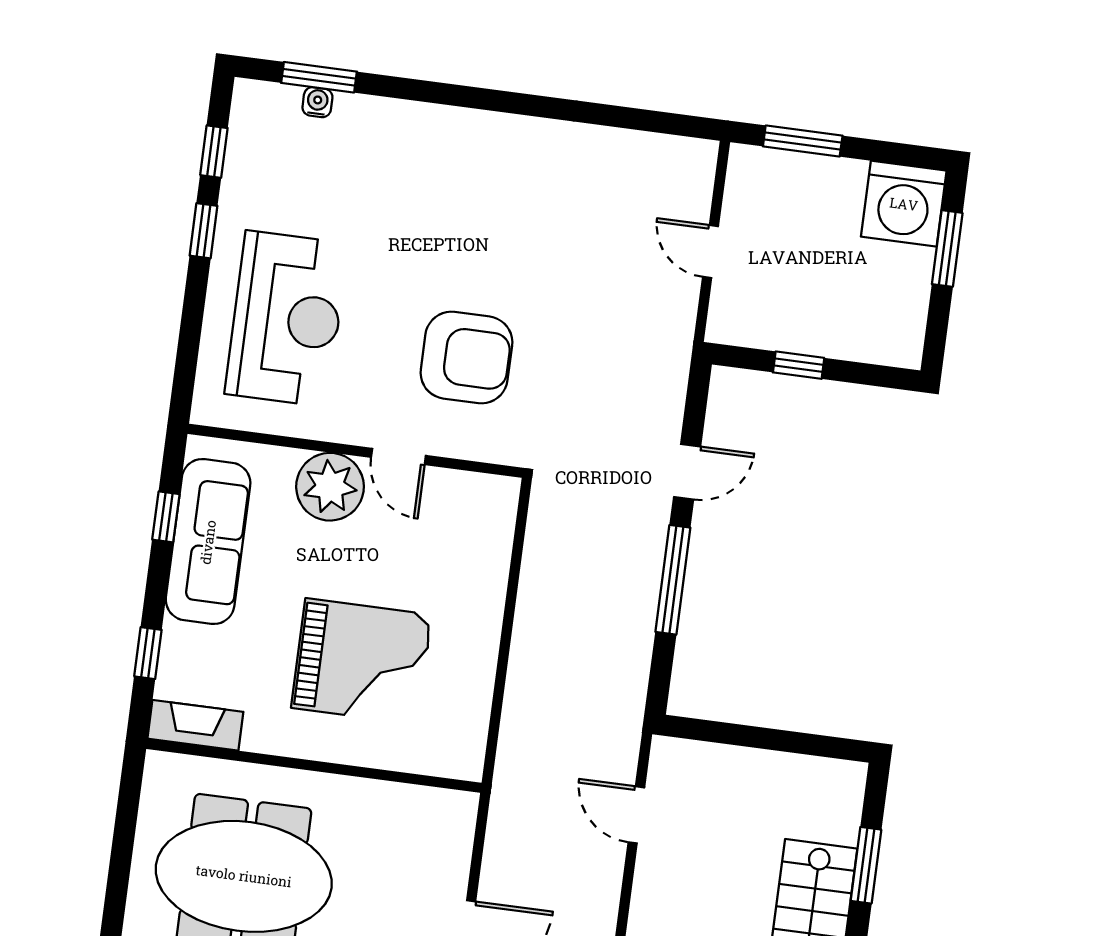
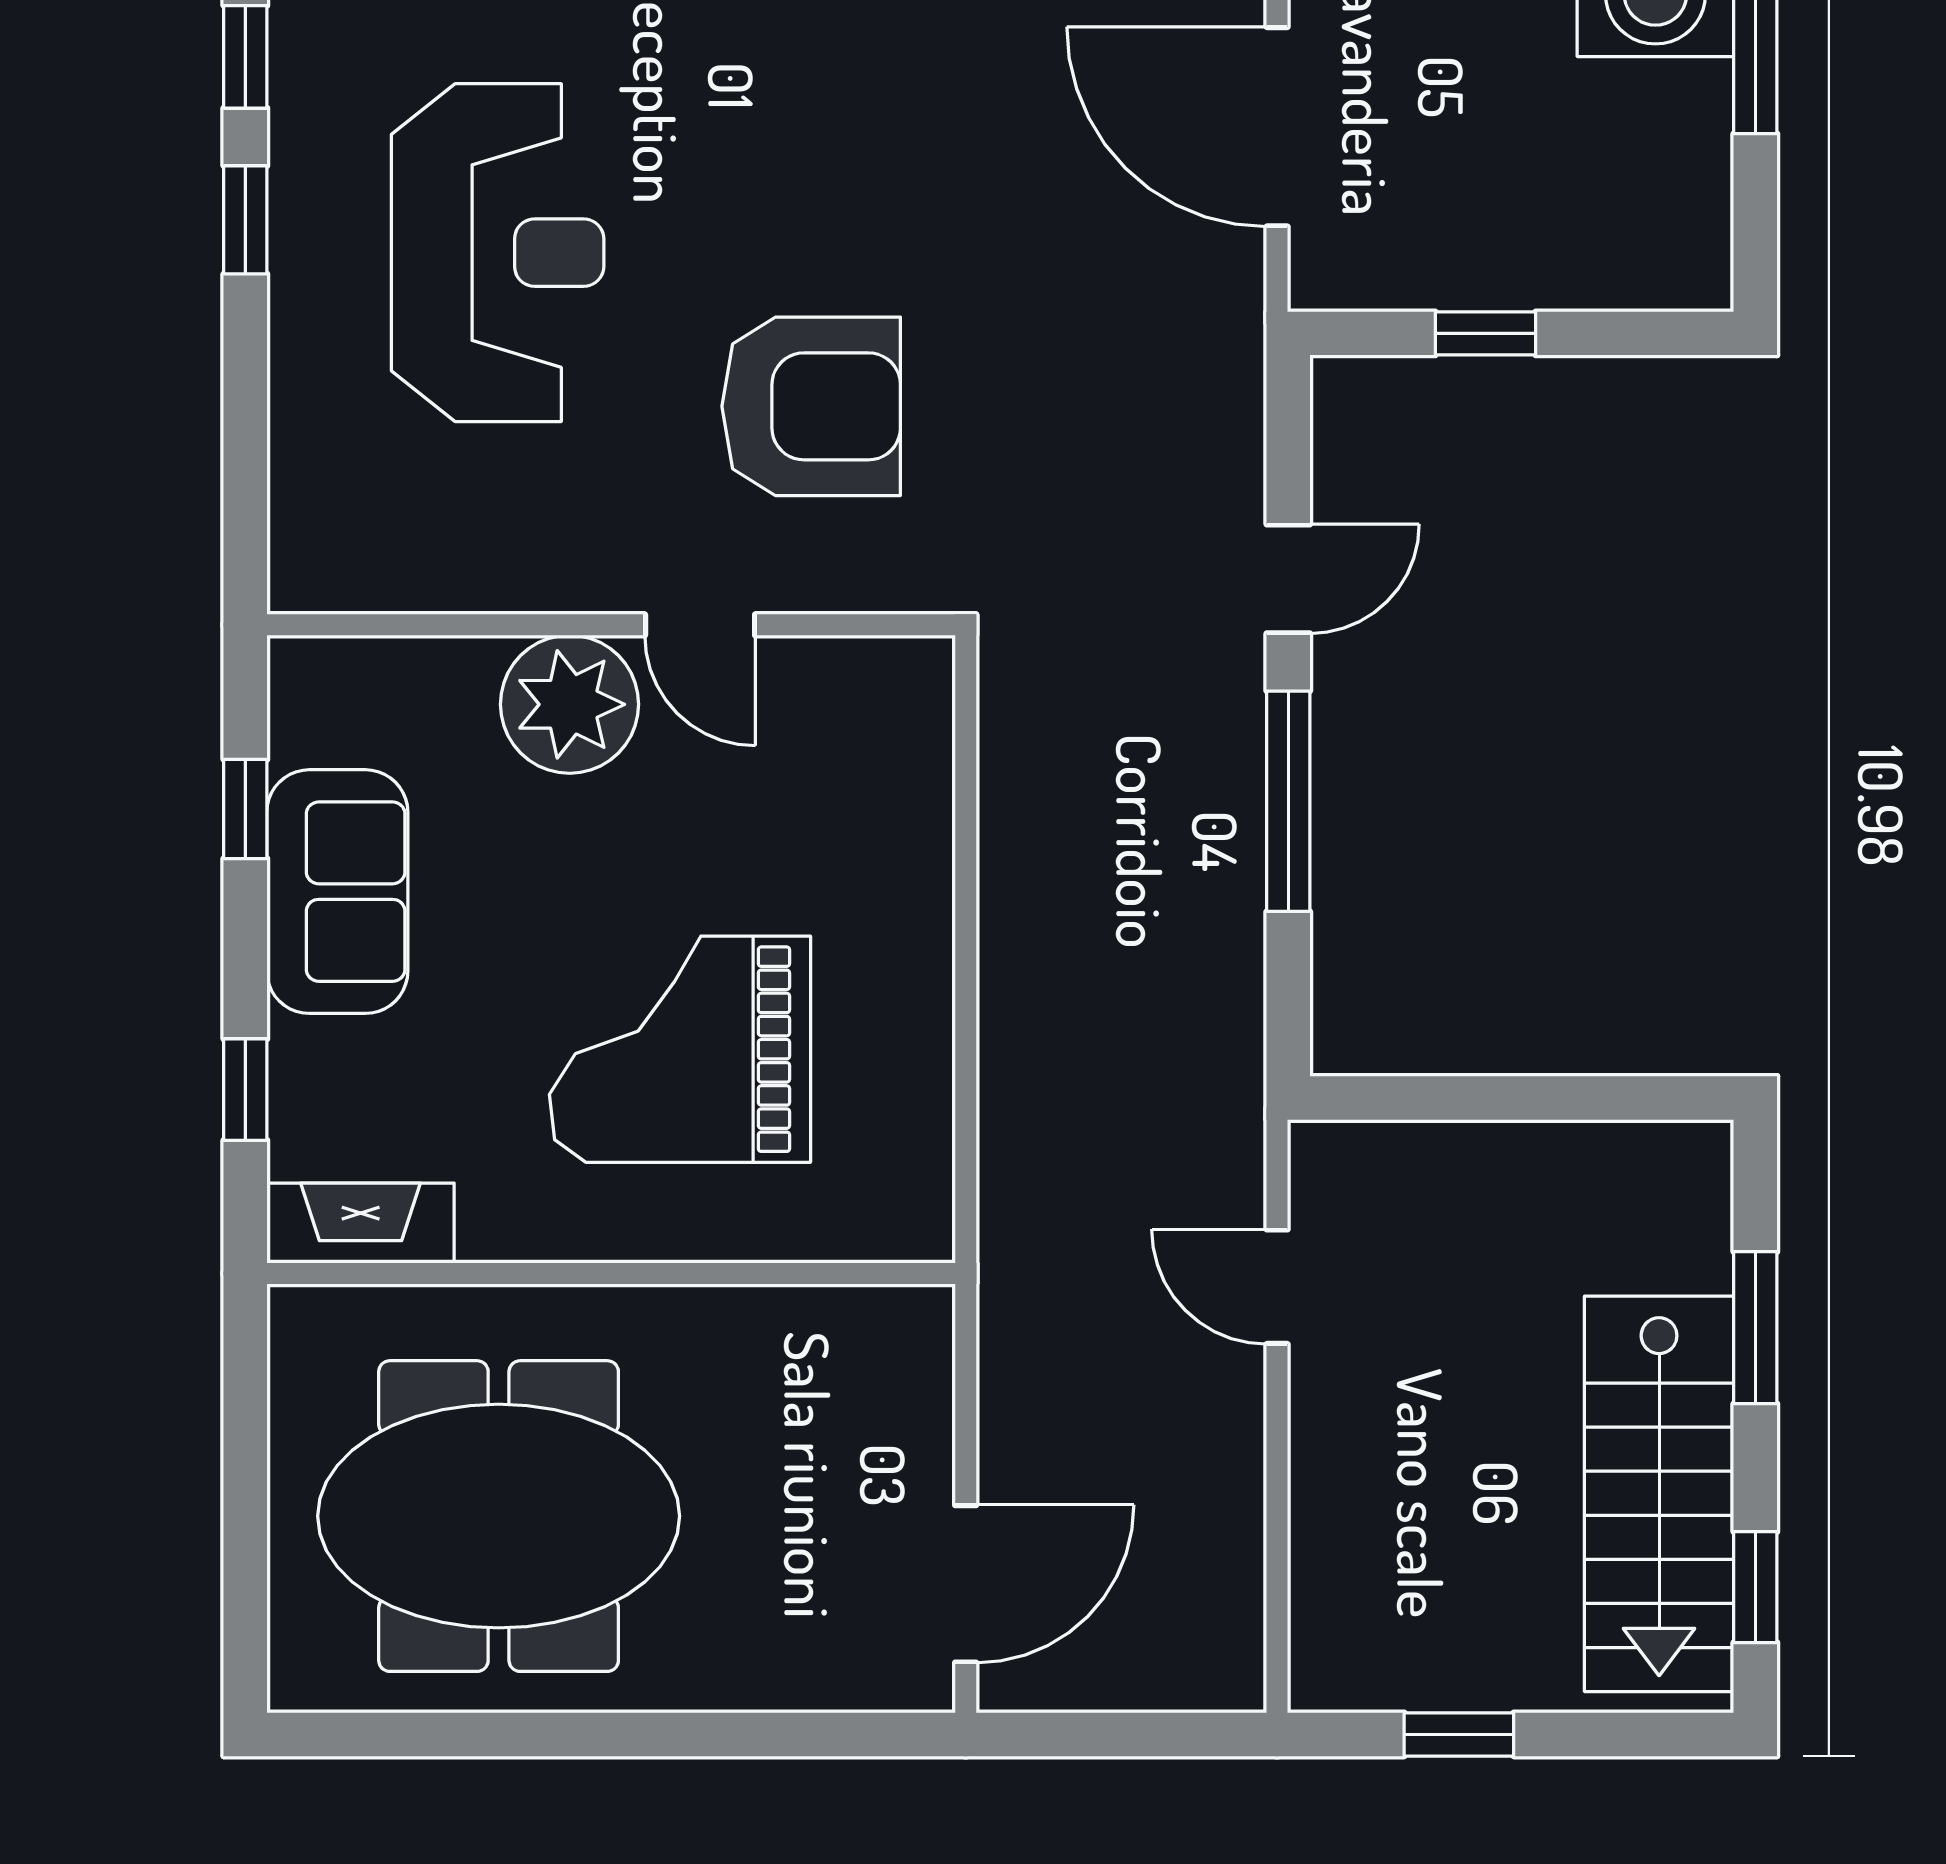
door: (711, 252) -> (1277, 127), width x1.88
reception desk: (287, 319) -> (498, 253), moved
sofa: (208, 542) -> (337, 892), width x0.73
grand piano: (362, 661) -> (680, 1049), turned 180

